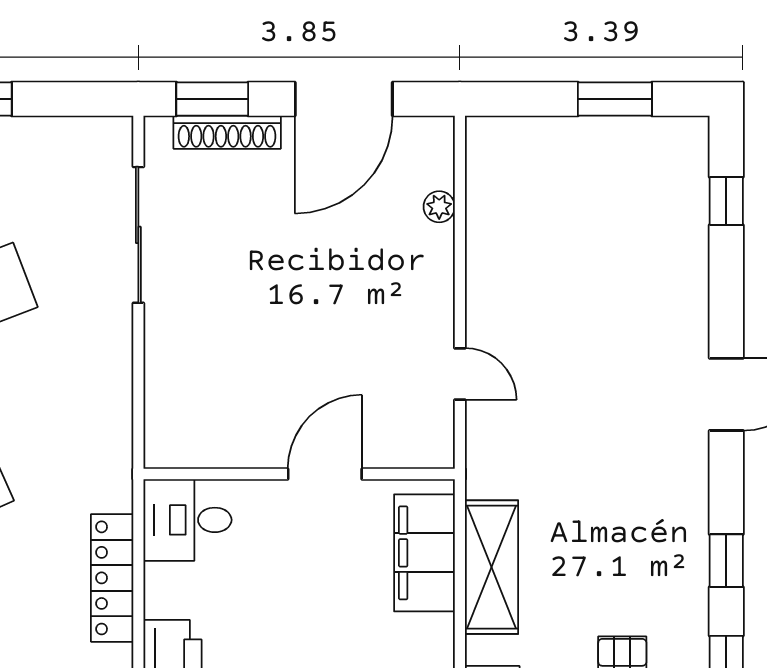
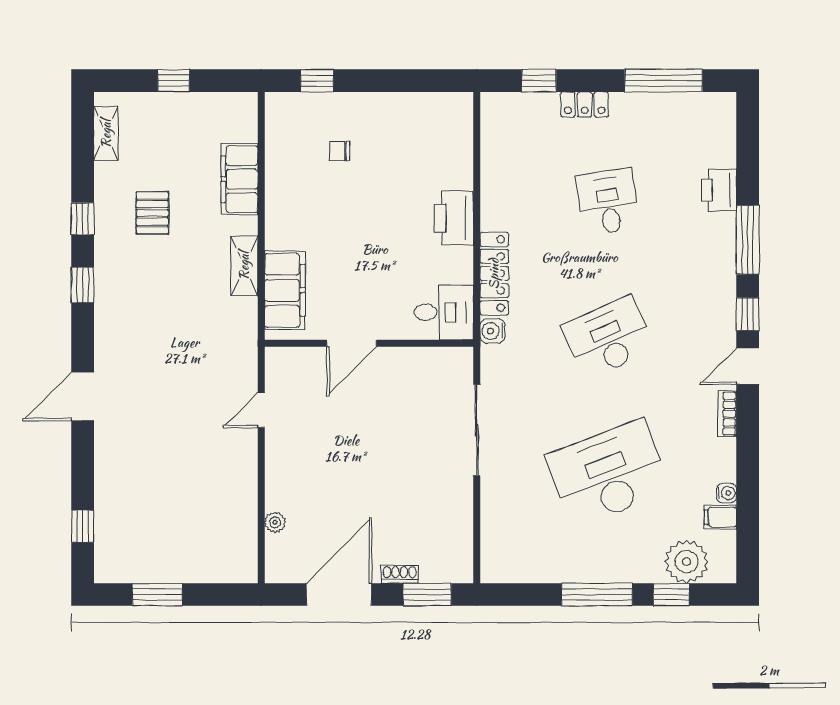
shoe rack: (227, 132) -> (400, 574), width x0.51, depth x0.81
sliding door: (138, 235) -> (477, 430), moved
door: (460, 374) -> (261, 410), hinge flipped
water cooler: (115, 492) -> (492, 331), added
shelving: (492, 567) -> (244, 266), width x0.67, depth x0.75

